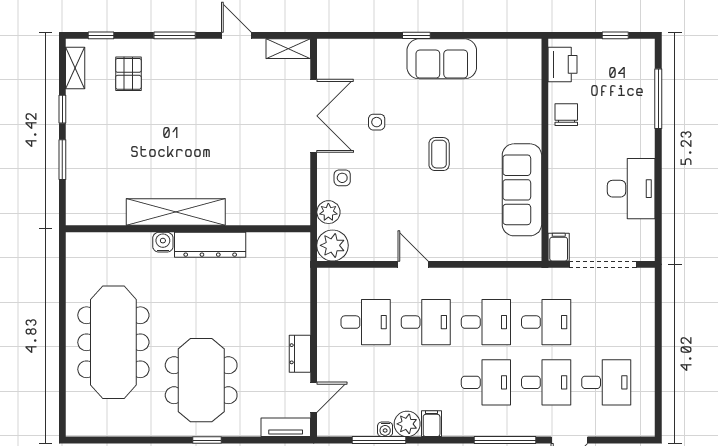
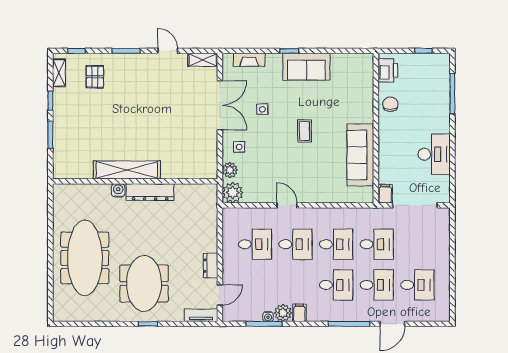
fireplace: (357, 49) -> (249, 60), added

